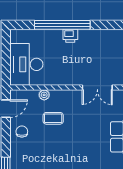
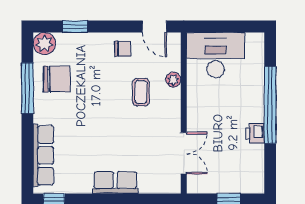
printer: (70, 36) -> (255, 133), moved
double door: (97, 87) -> (184, 153), swing flipped

